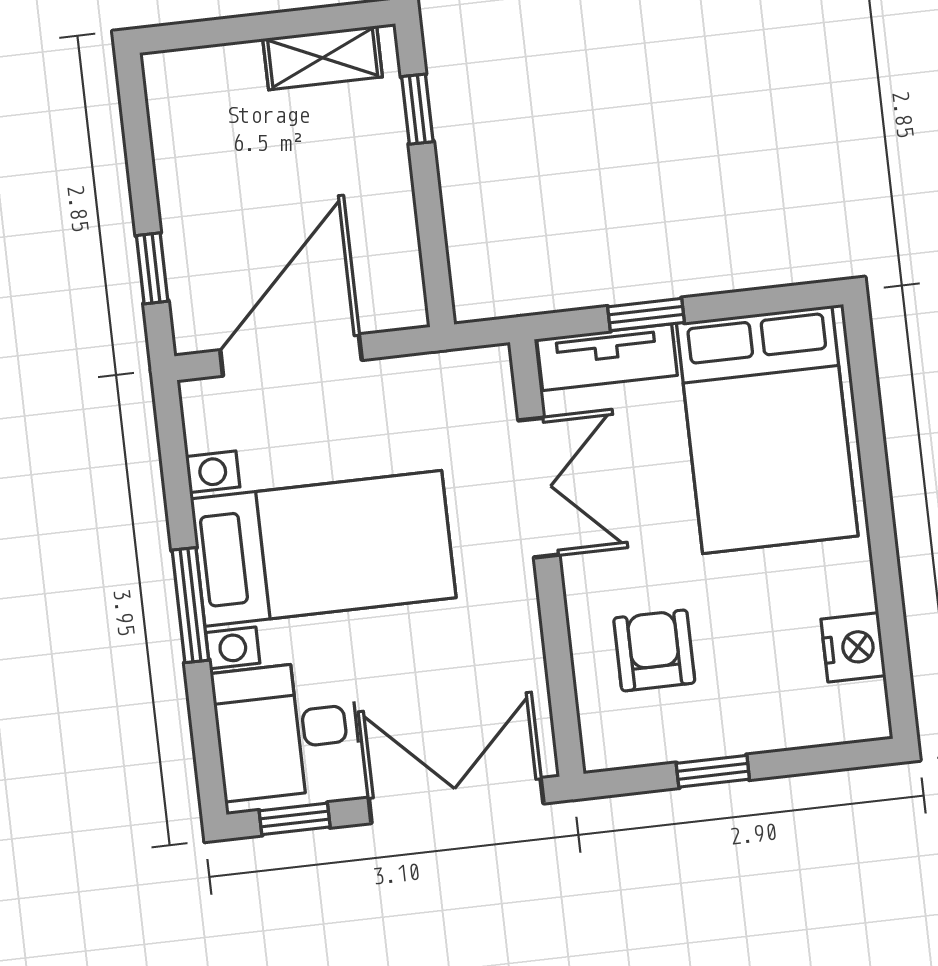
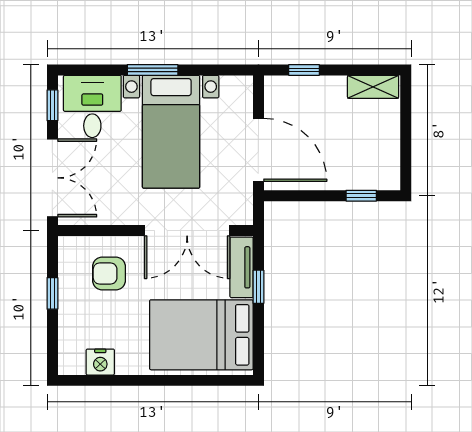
shelving: (323, 58) -> (373, 87), moved, turned 90
door: (291, 355) -> (258, 150), moved
double door: (539, 488) -> (187, 230), width x1.37
armchair: (654, 650) -> (109, 273), turned 180

